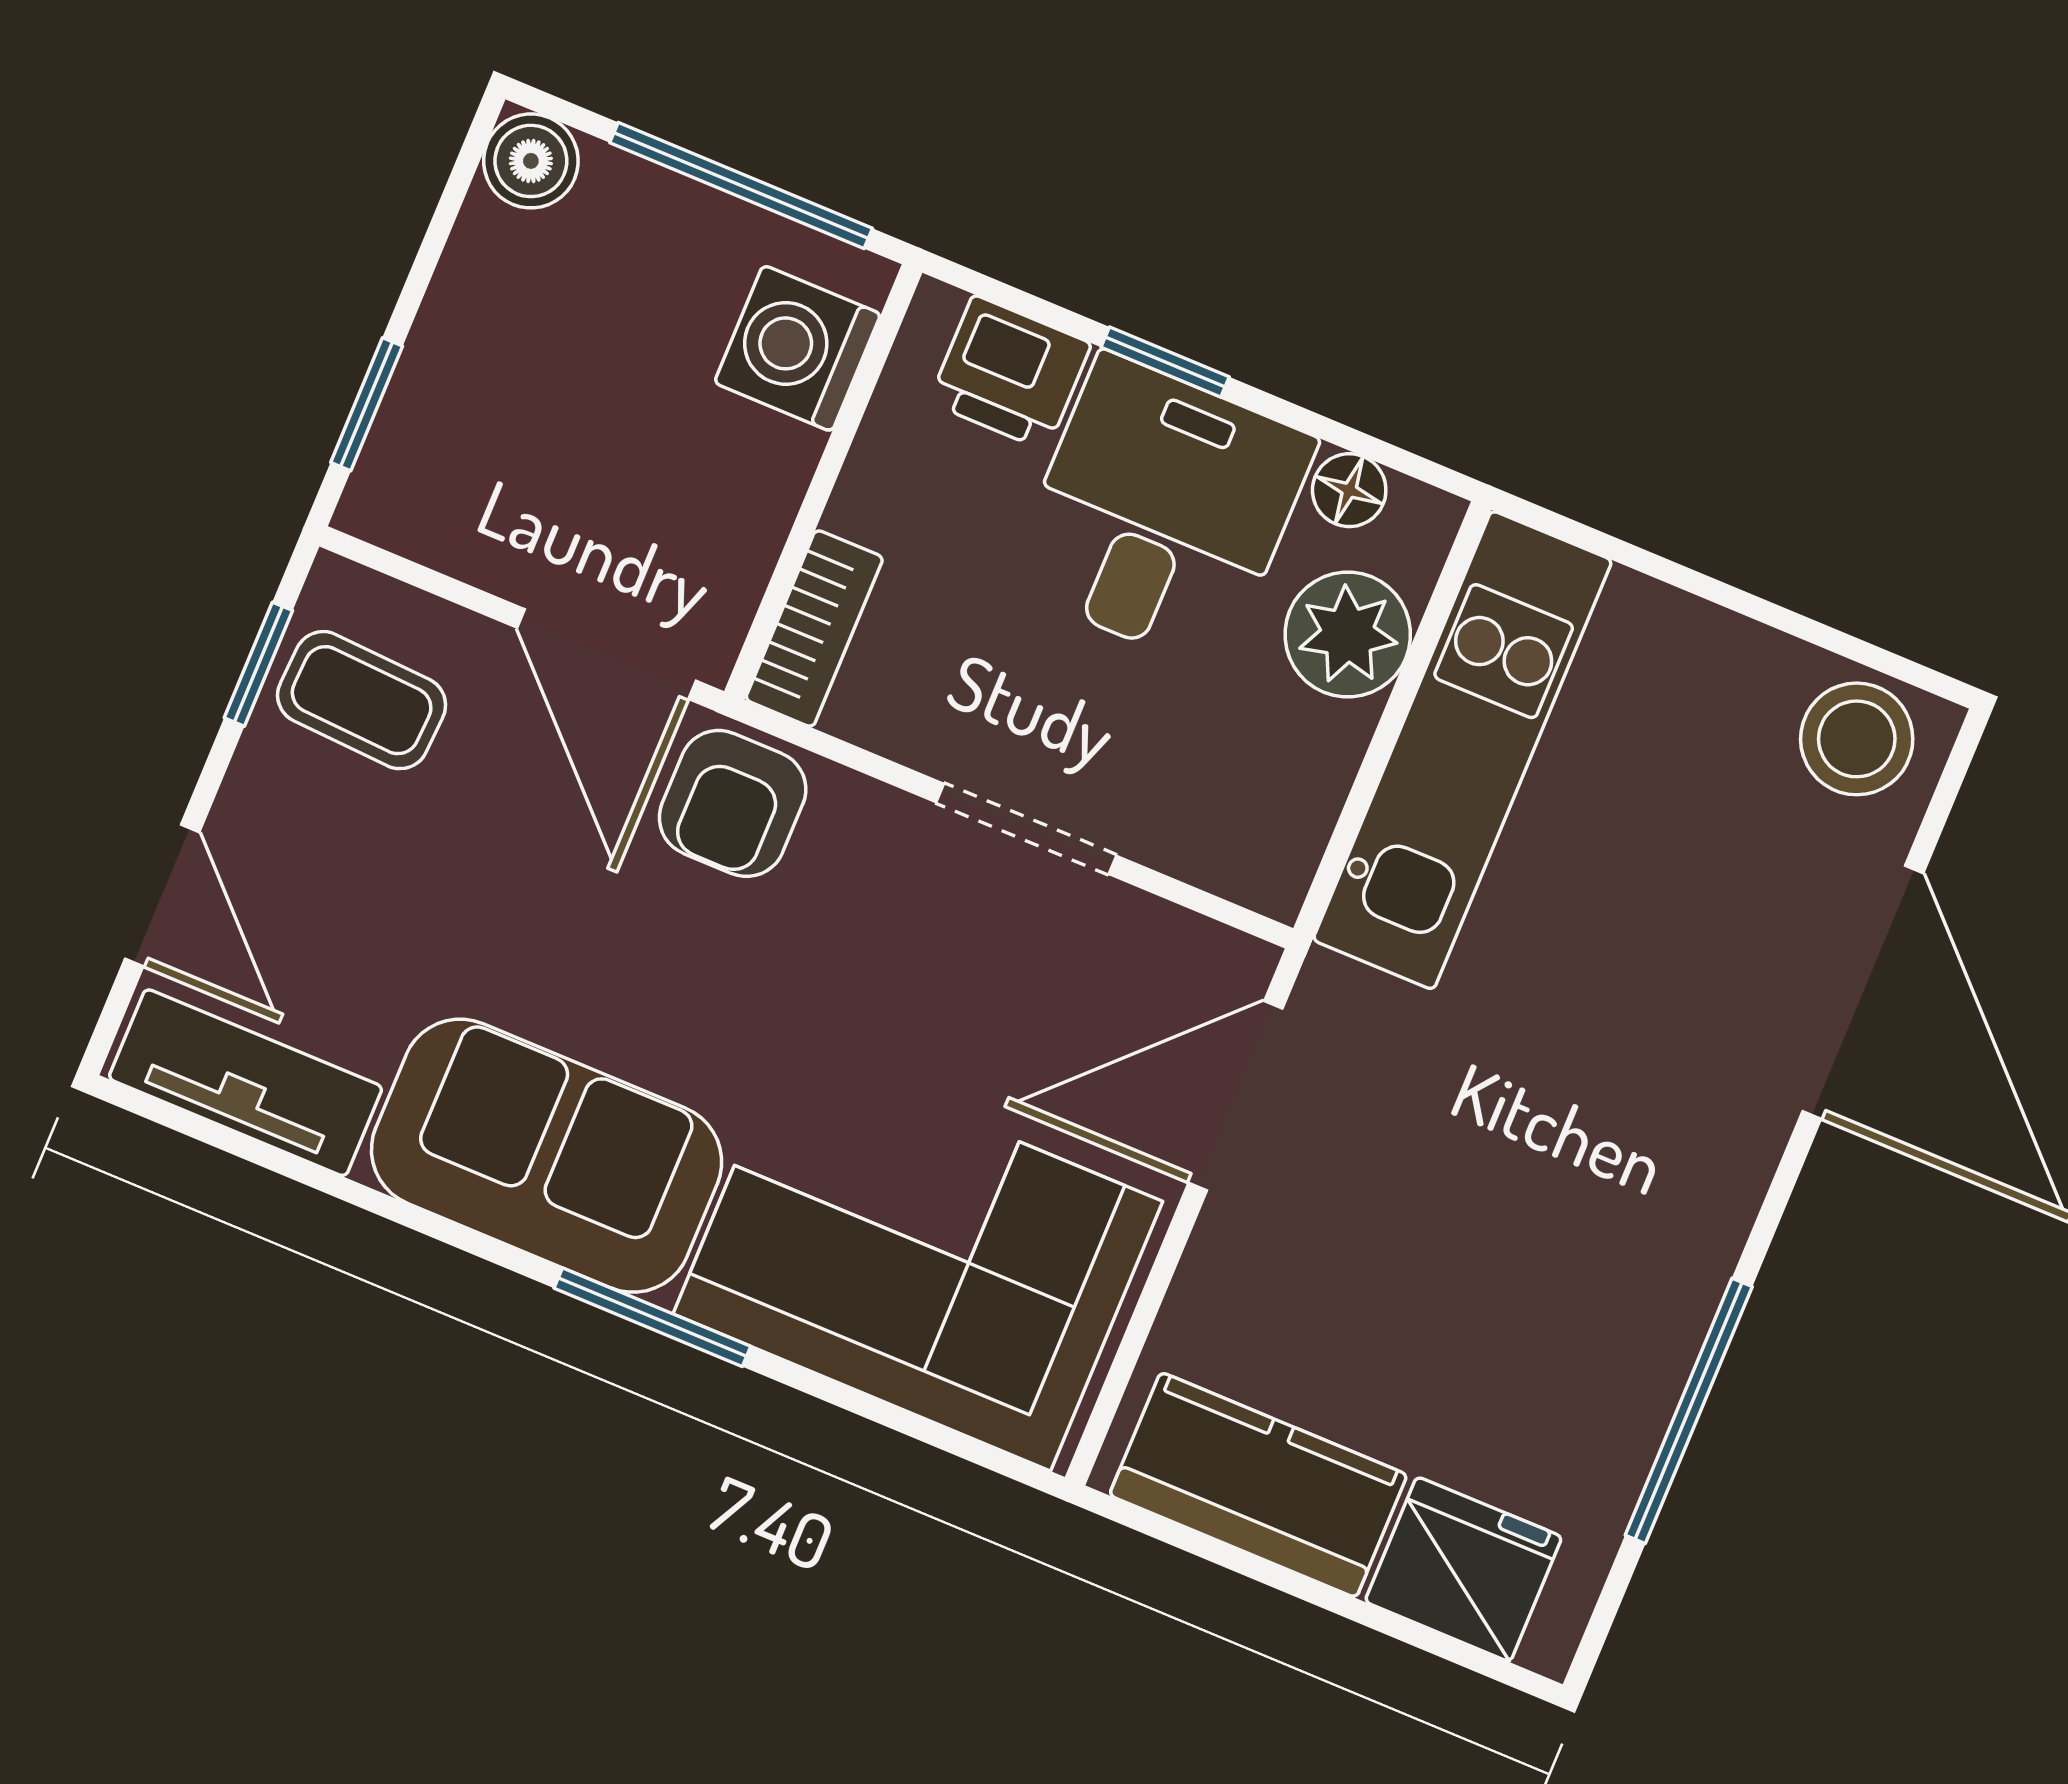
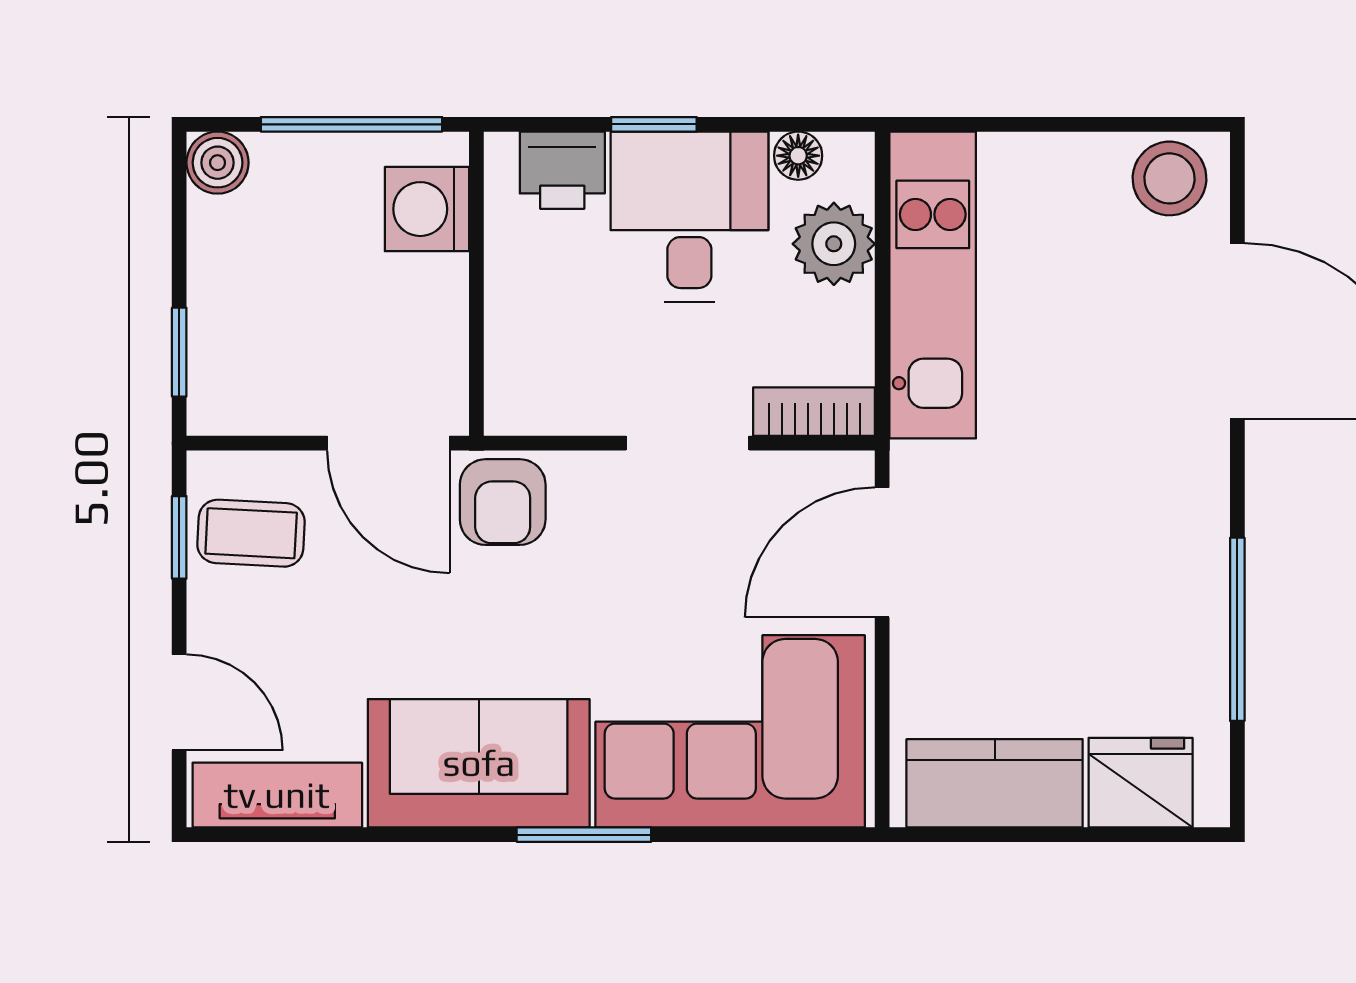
bookcase: (814, 628) -> (814, 412), moved, turned -90

